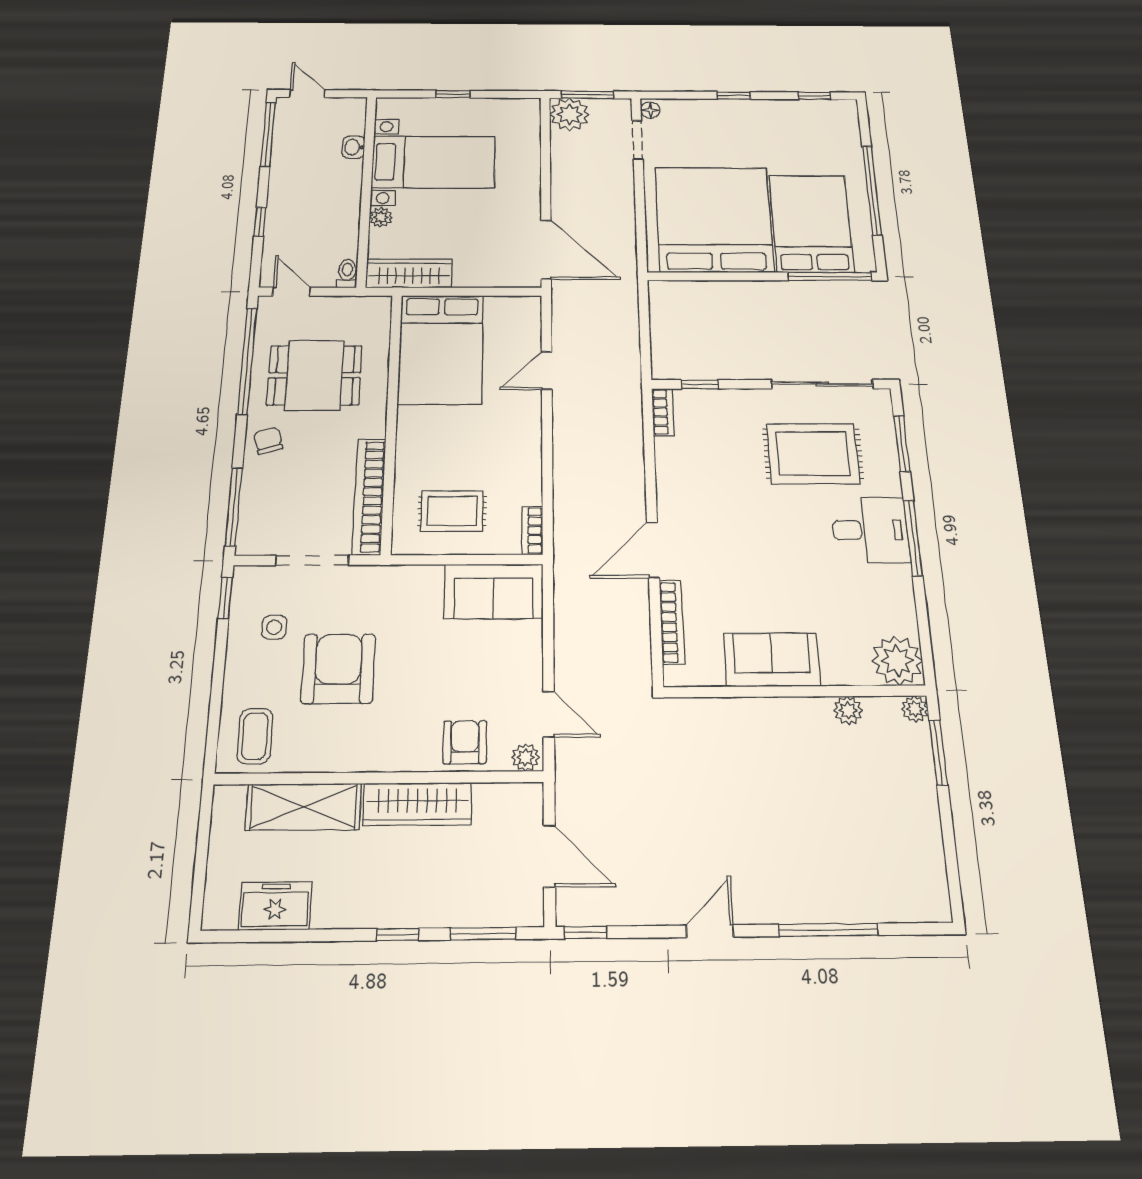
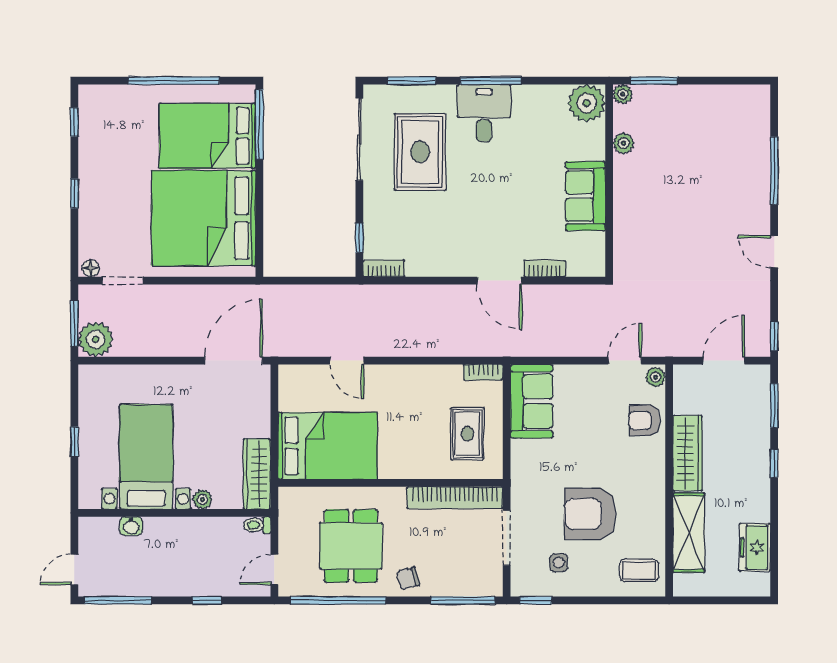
bookcase: (672, 622) -> (545, 269), width x0.64

